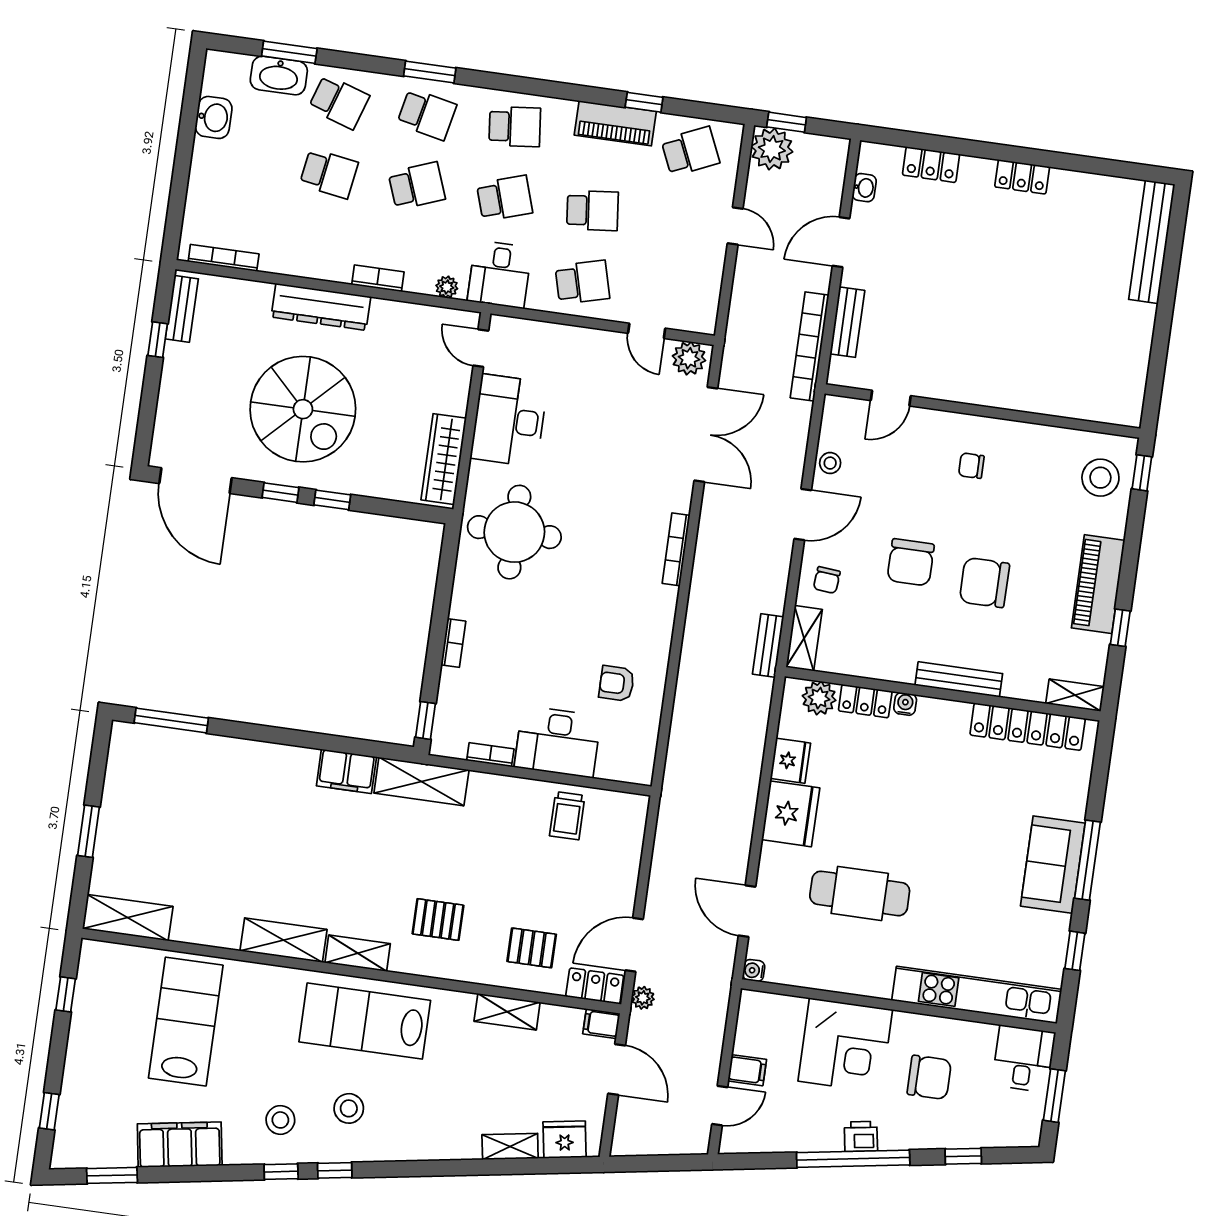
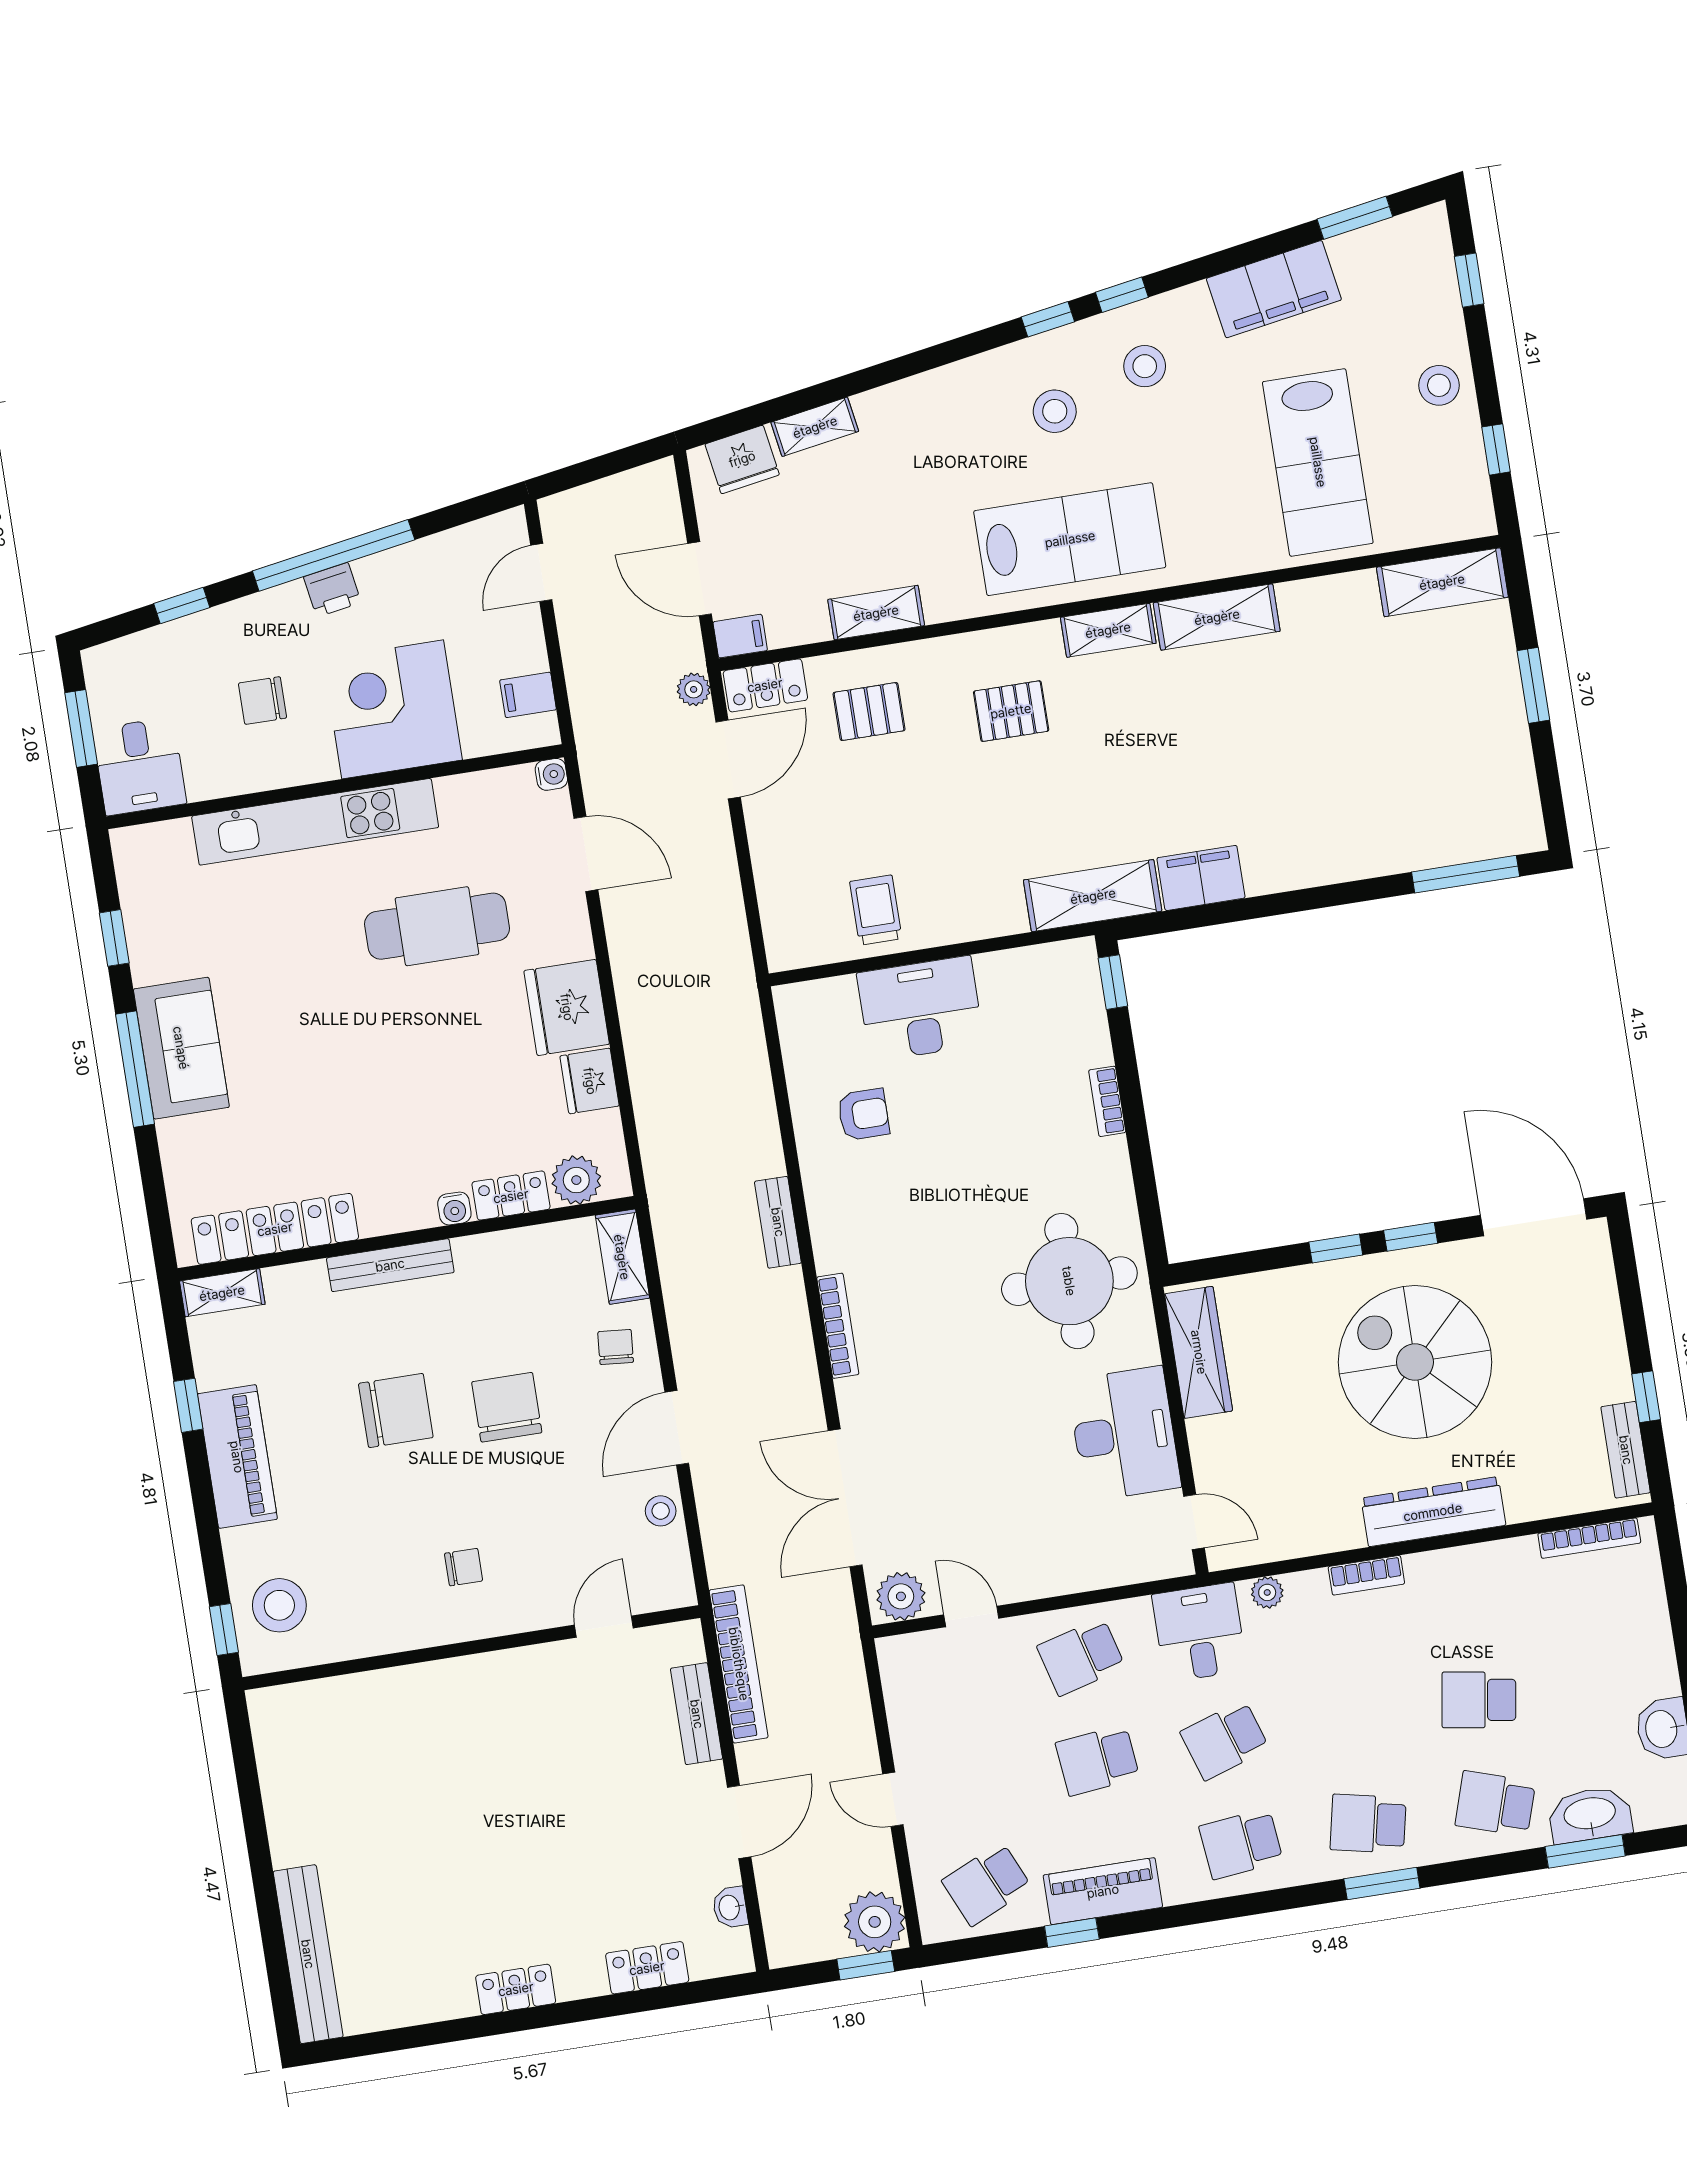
school desk: (417, 186) -> (1352, 1720), removed
bench: (768, 645) -> (778, 1222), moved
bookcase: (490, 755) -> (1008, 962), removed
kitchen unit: (977, 995) -> (315, 822), moved
stool: (90, 1048) -> (1439, 385), added
filing cabinet: (747, 1070) -> (528, 695), moved
chair: (929, 1077) -> (263, 701), width x0.73, depth x0.73

